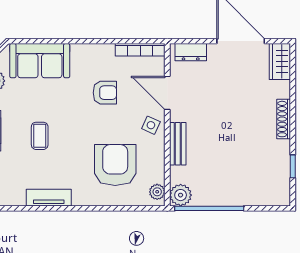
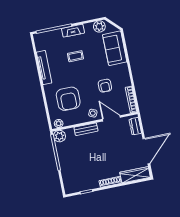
wardrobe: (280, 61) -> (135, 175), width x1.50
door: (167, 93) -> (111, 118), hinge flipped
armchair: (115, 165) -> (68, 99), turned 90
tv unit: (49, 198) -> (44, 67), width x1.41

